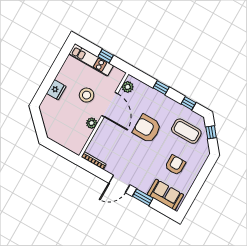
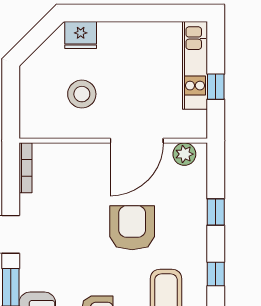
fridge: (56, 90) -> (81, 35), moved
stool: (87, 95) -> (82, 94), moved
plant: (92, 123) -> (88, 128), removed

